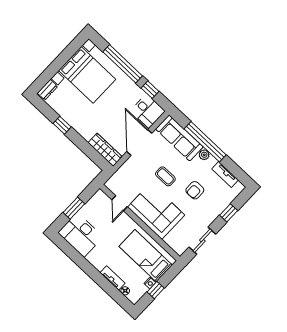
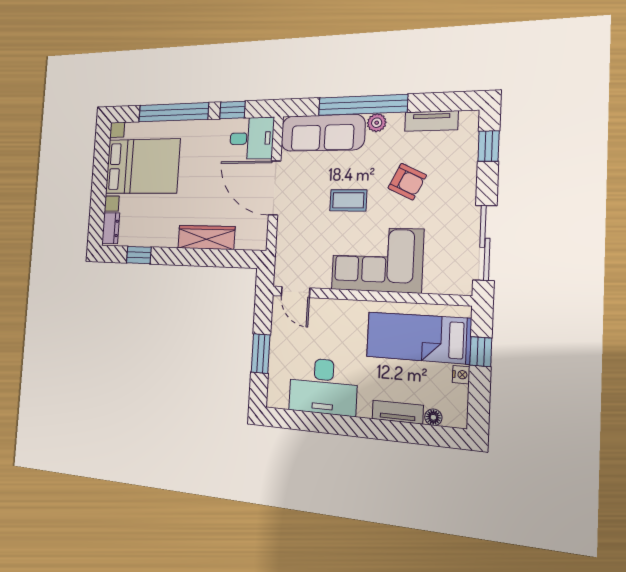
window: (62, 125) -> (139, 255), moved
wardrobe: (105, 150) -> (206, 237), moved
armchair: (195, 190) -> (407, 182), turned -64
door: (120, 203) -> (295, 292), moved
window: (229, 213) -> (488, 146), moved
desk: (81, 235) -> (323, 386), moved
sliding door: (202, 241) -> (485, 243), width x1.37
window: (156, 290) -> (481, 352), moved

